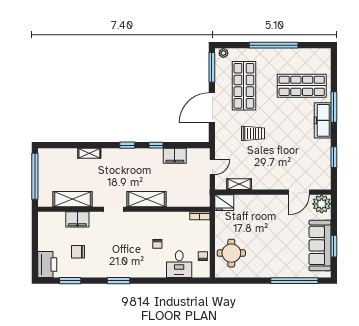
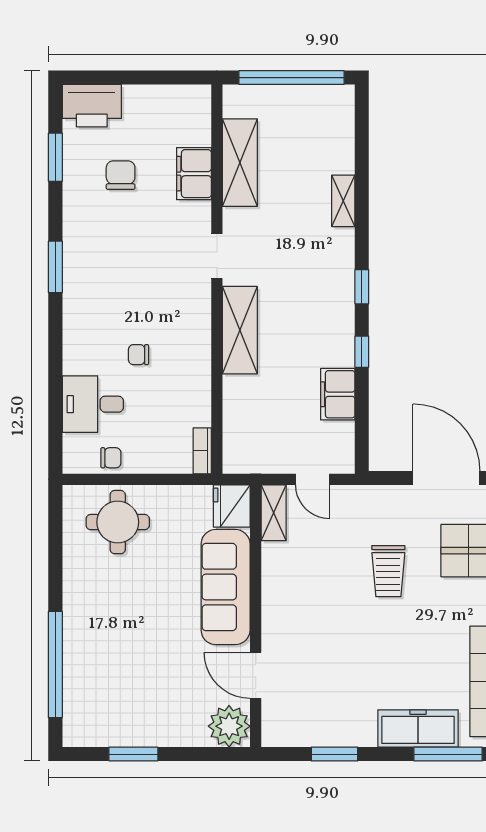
shelving: (239, 184) -> (274, 513), moved
sofa: (320, 245) -> (226, 587), moved, turned -90

